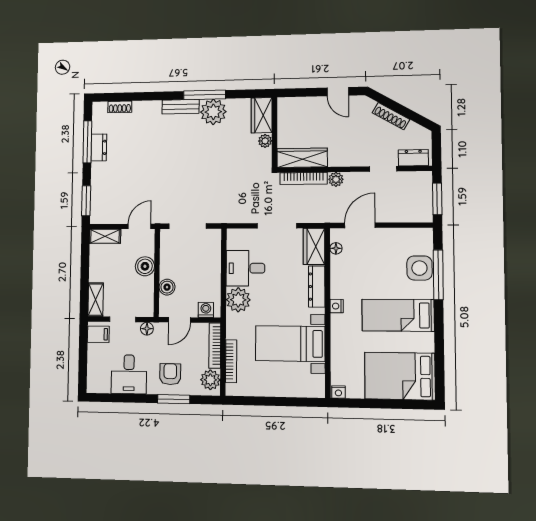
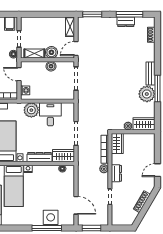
wardrobe: (302, 158) -> (117, 143), width x0.67
dresser: (413, 158) -> (116, 173), moved
door: (360, 225) -> (76, 205), moved
door: (139, 226) -> (76, 49), swing flipped
boiler: (167, 287) -> (51, 66), moved
shelving: (96, 300) -> (34, 54), moved
bed: (398, 315) -> (14, 186), moved, turned 180

